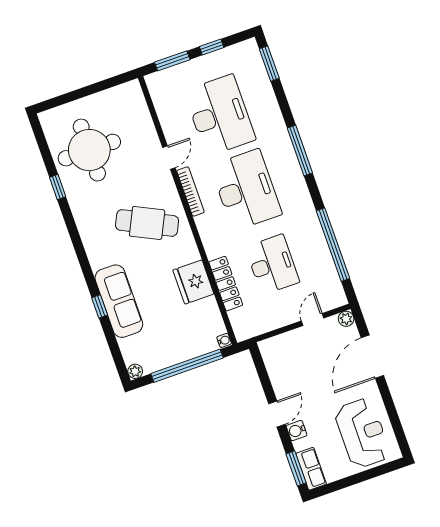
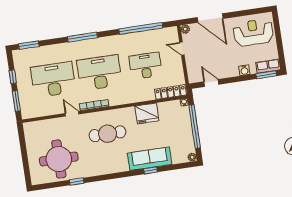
cafe table: (147, 223) -> (107, 134), turned 64
locker: (226, 284) -> (170, 92), moved
door: (277, 414) -> (211, 83), moved

